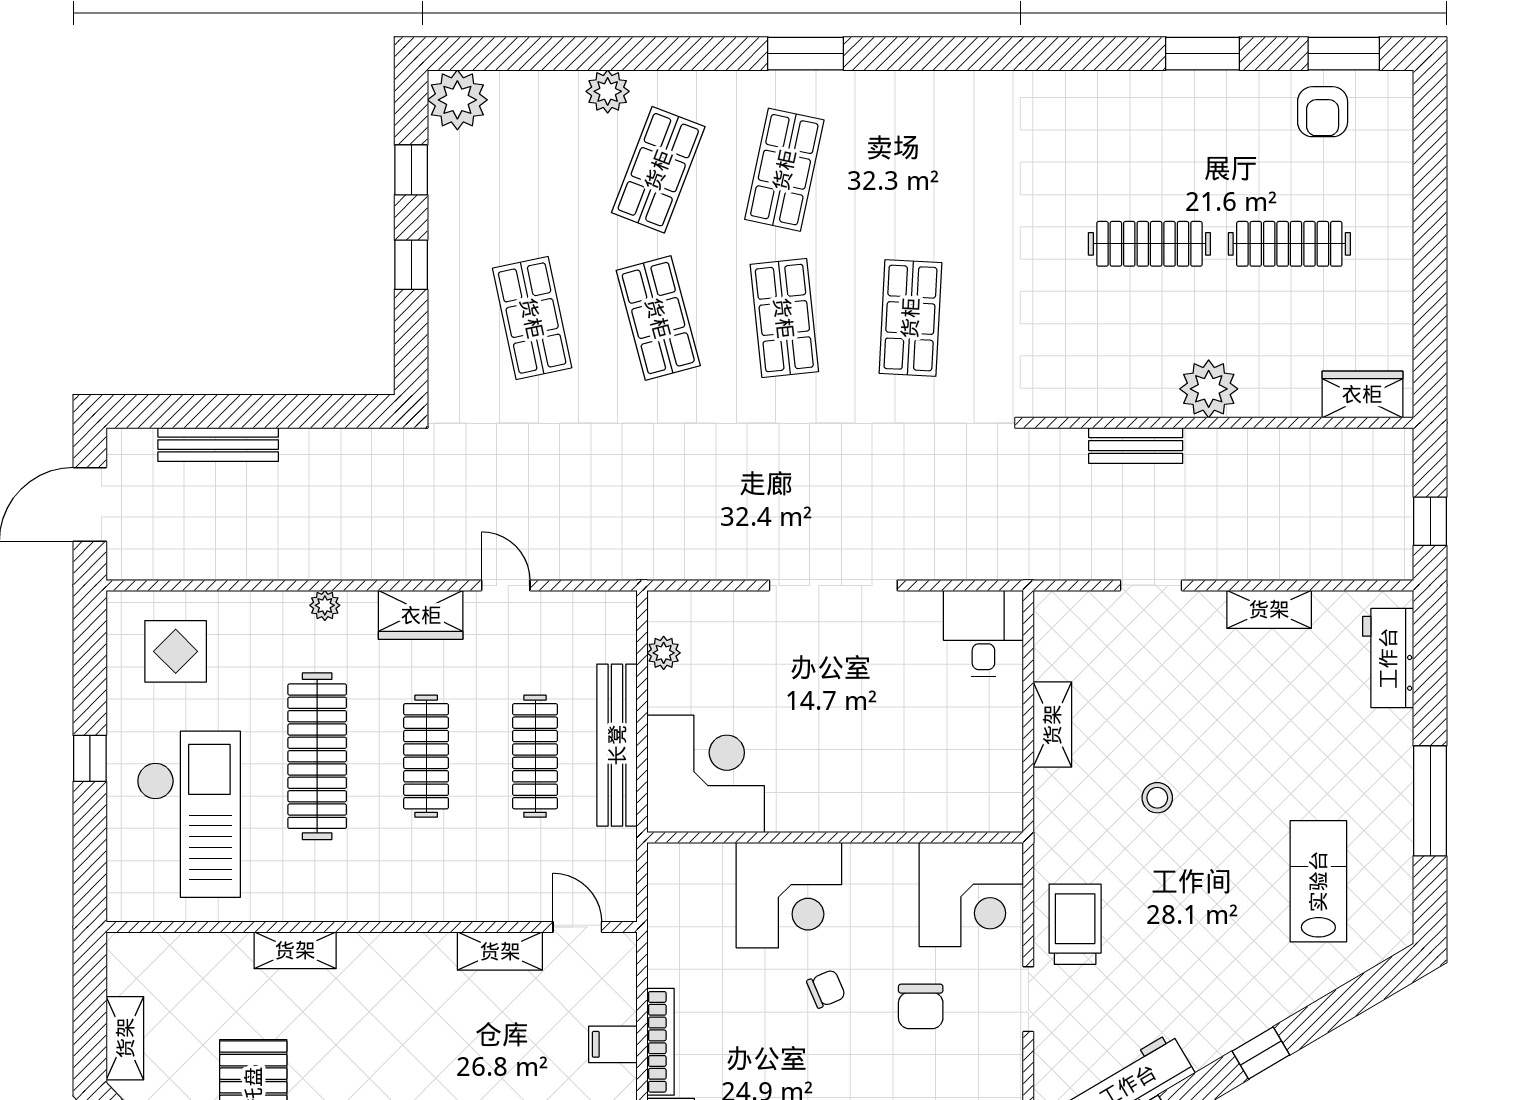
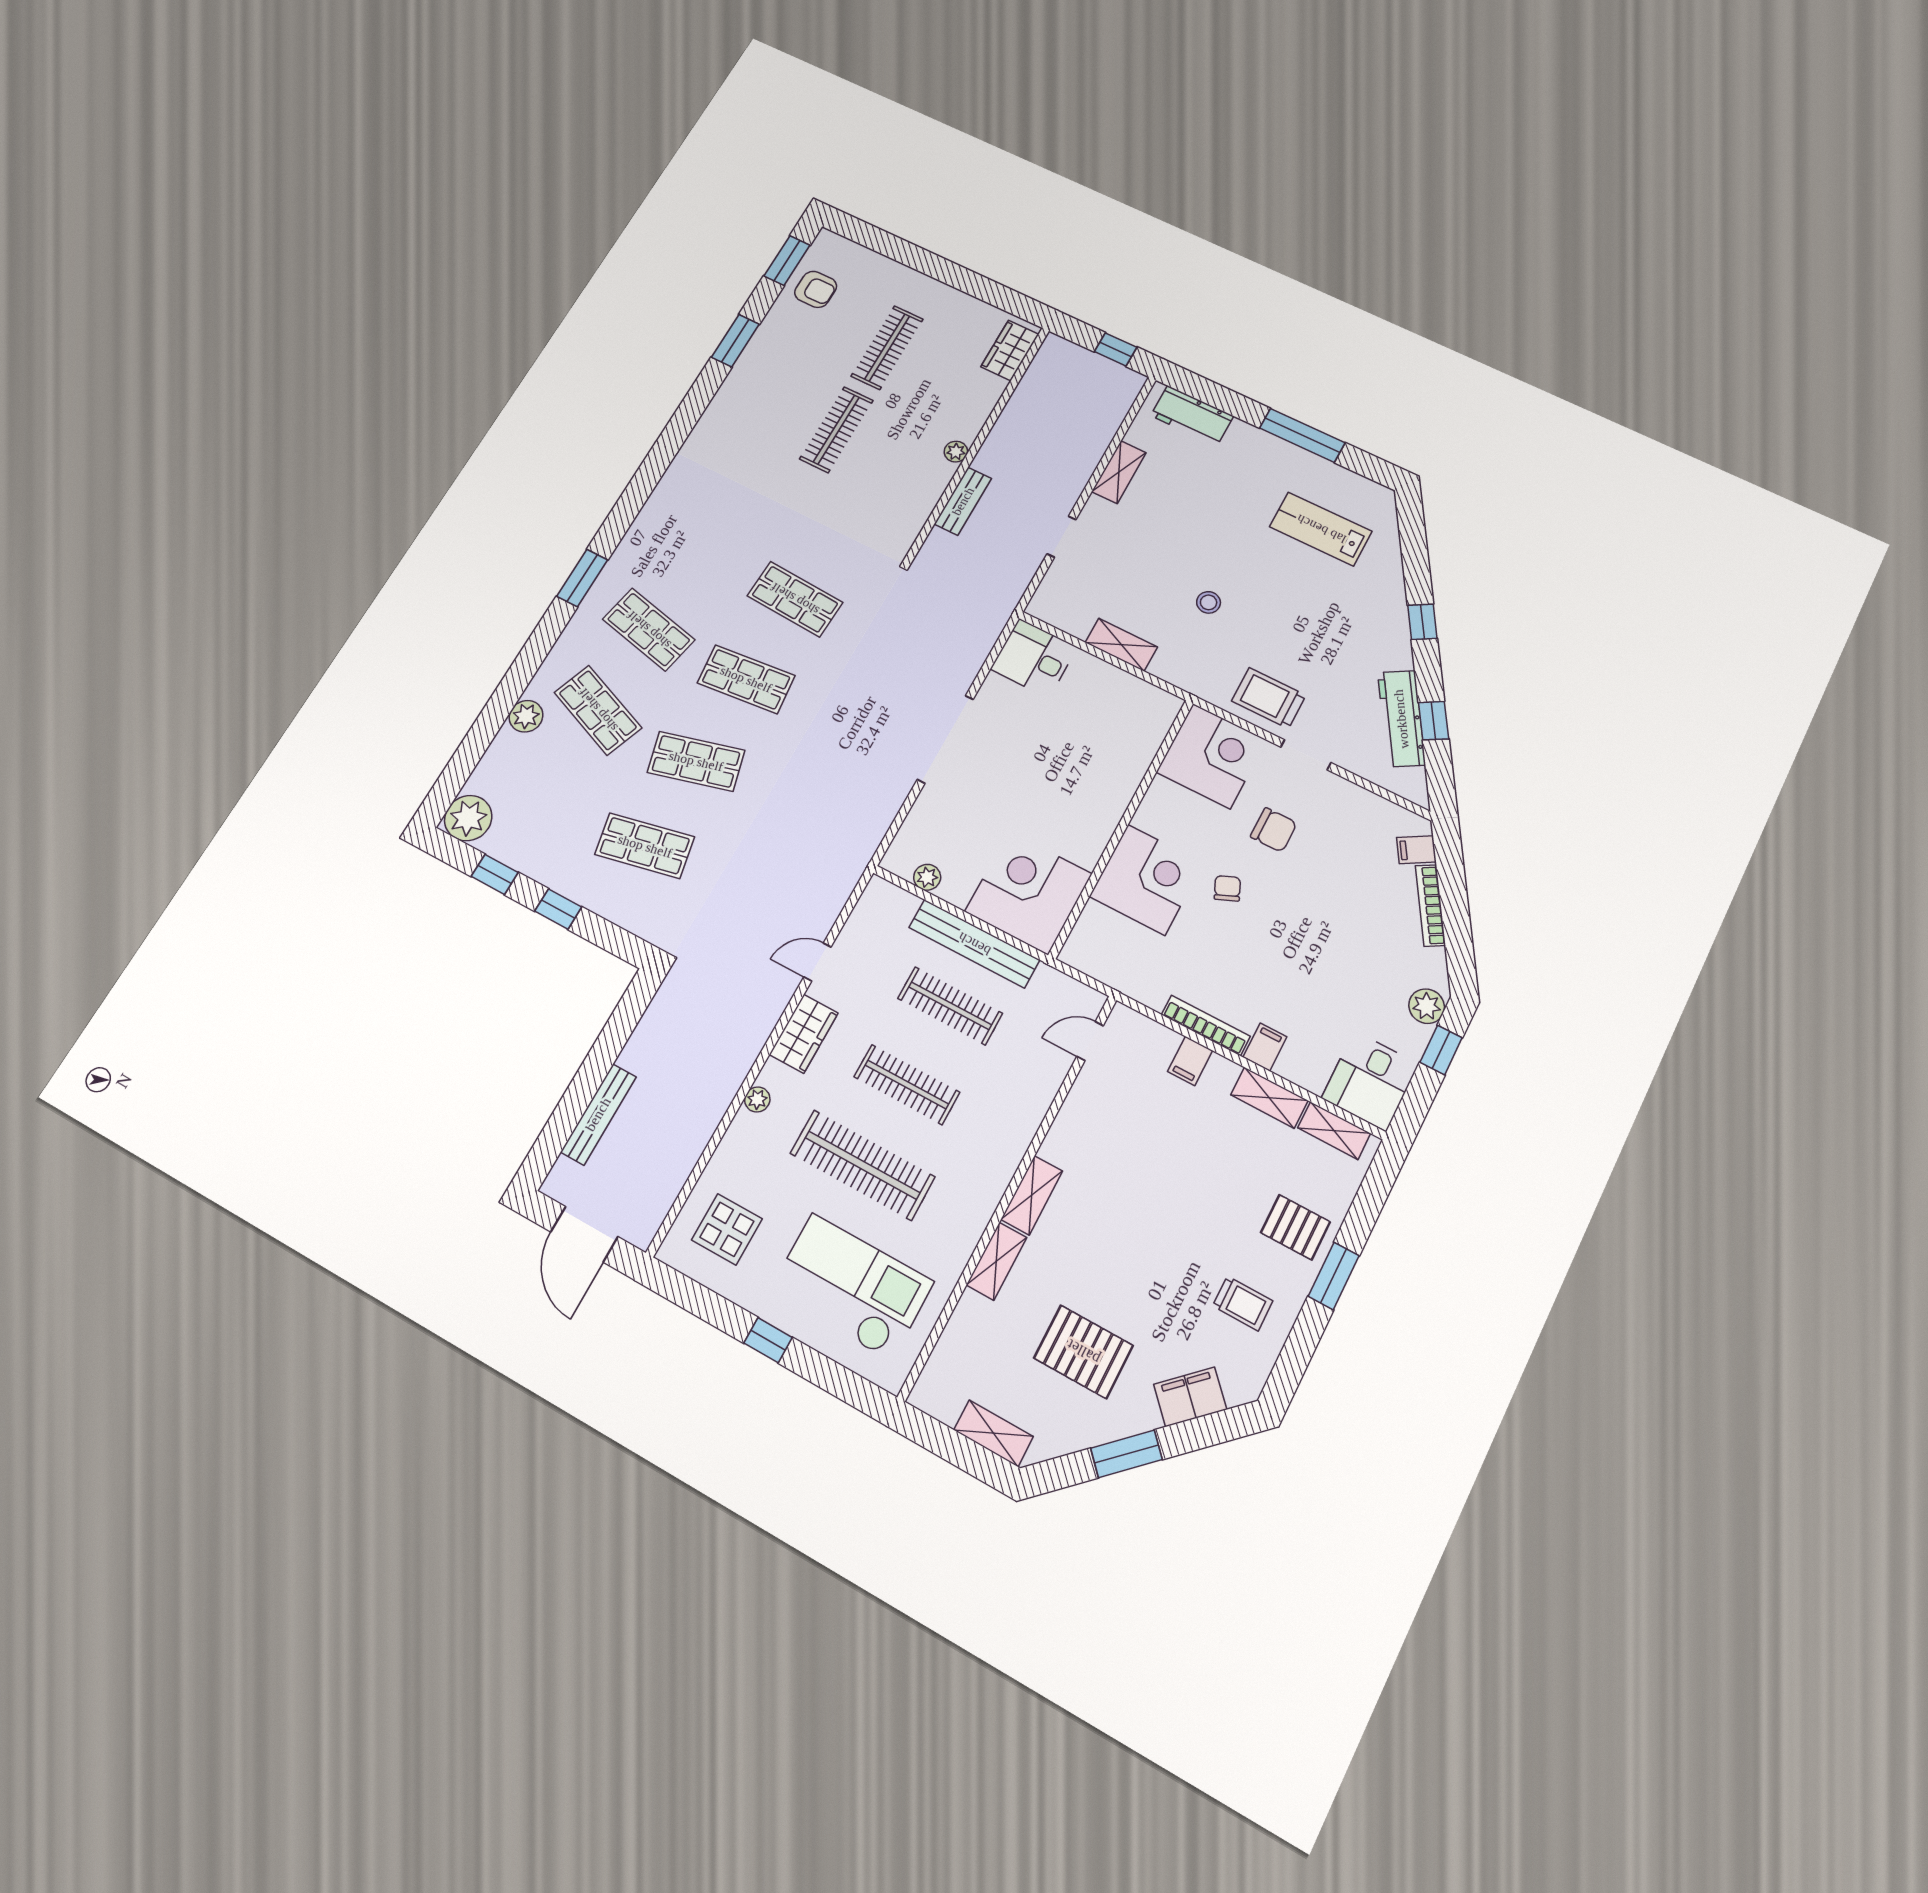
plant: (1209, 389) -> (956, 452), width x0.53, depth x0.53
shelving: (500, 951) -> (1032, 1195), moved

